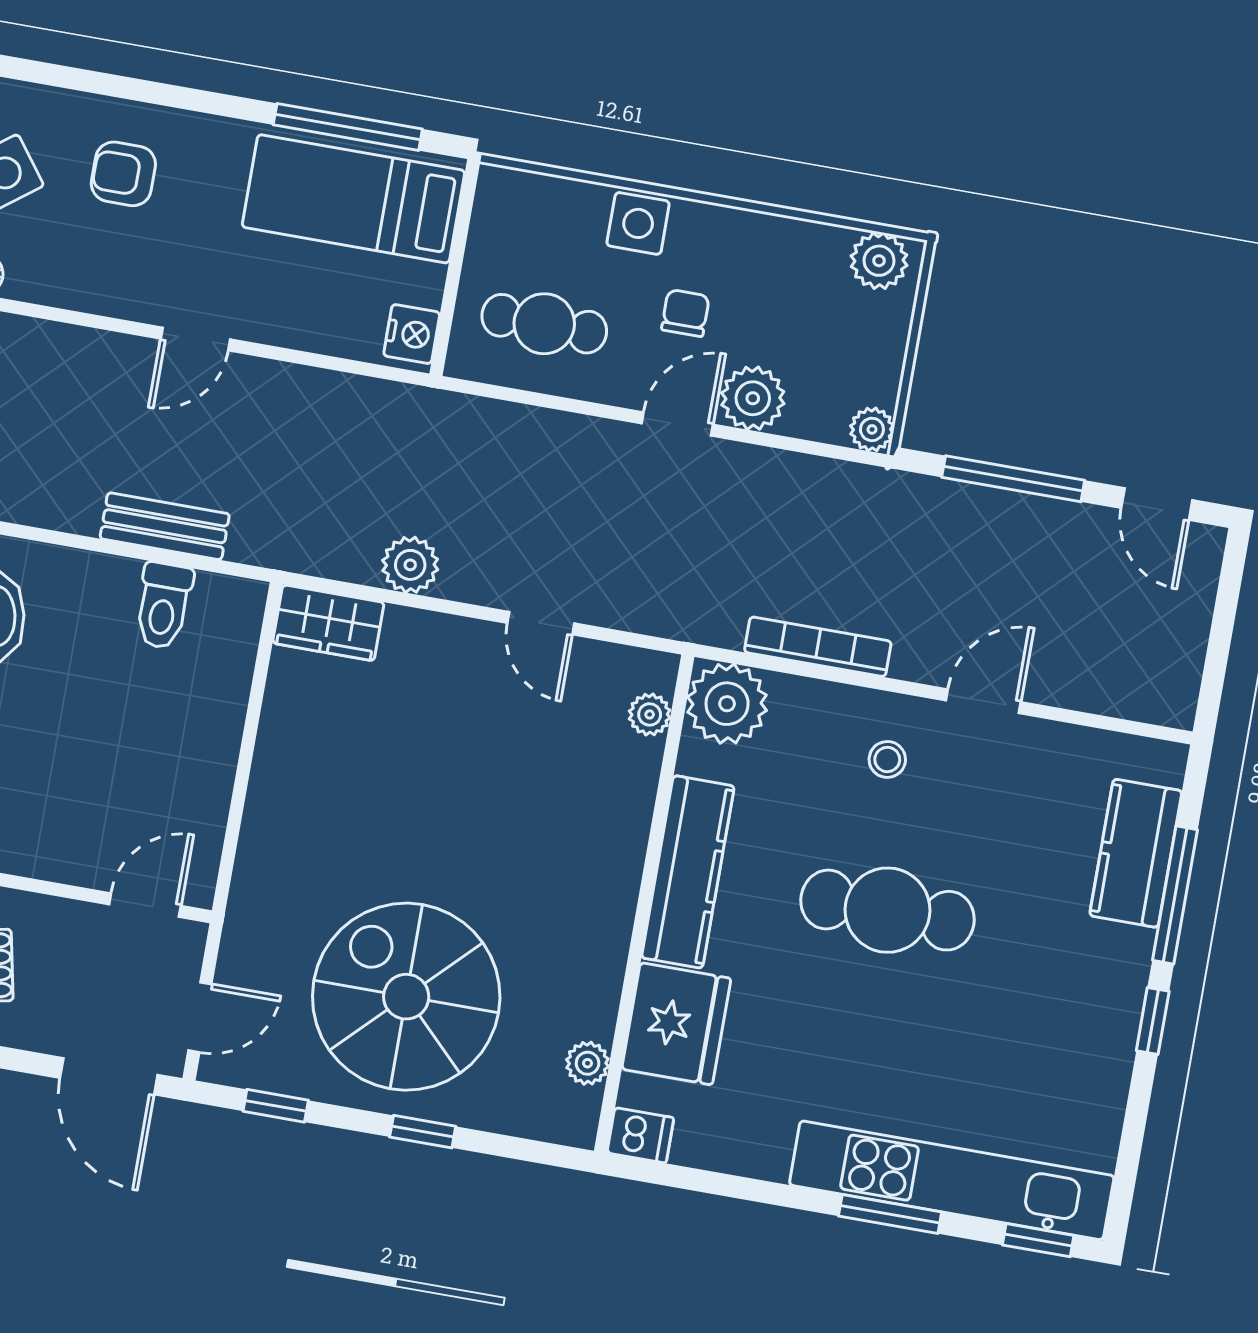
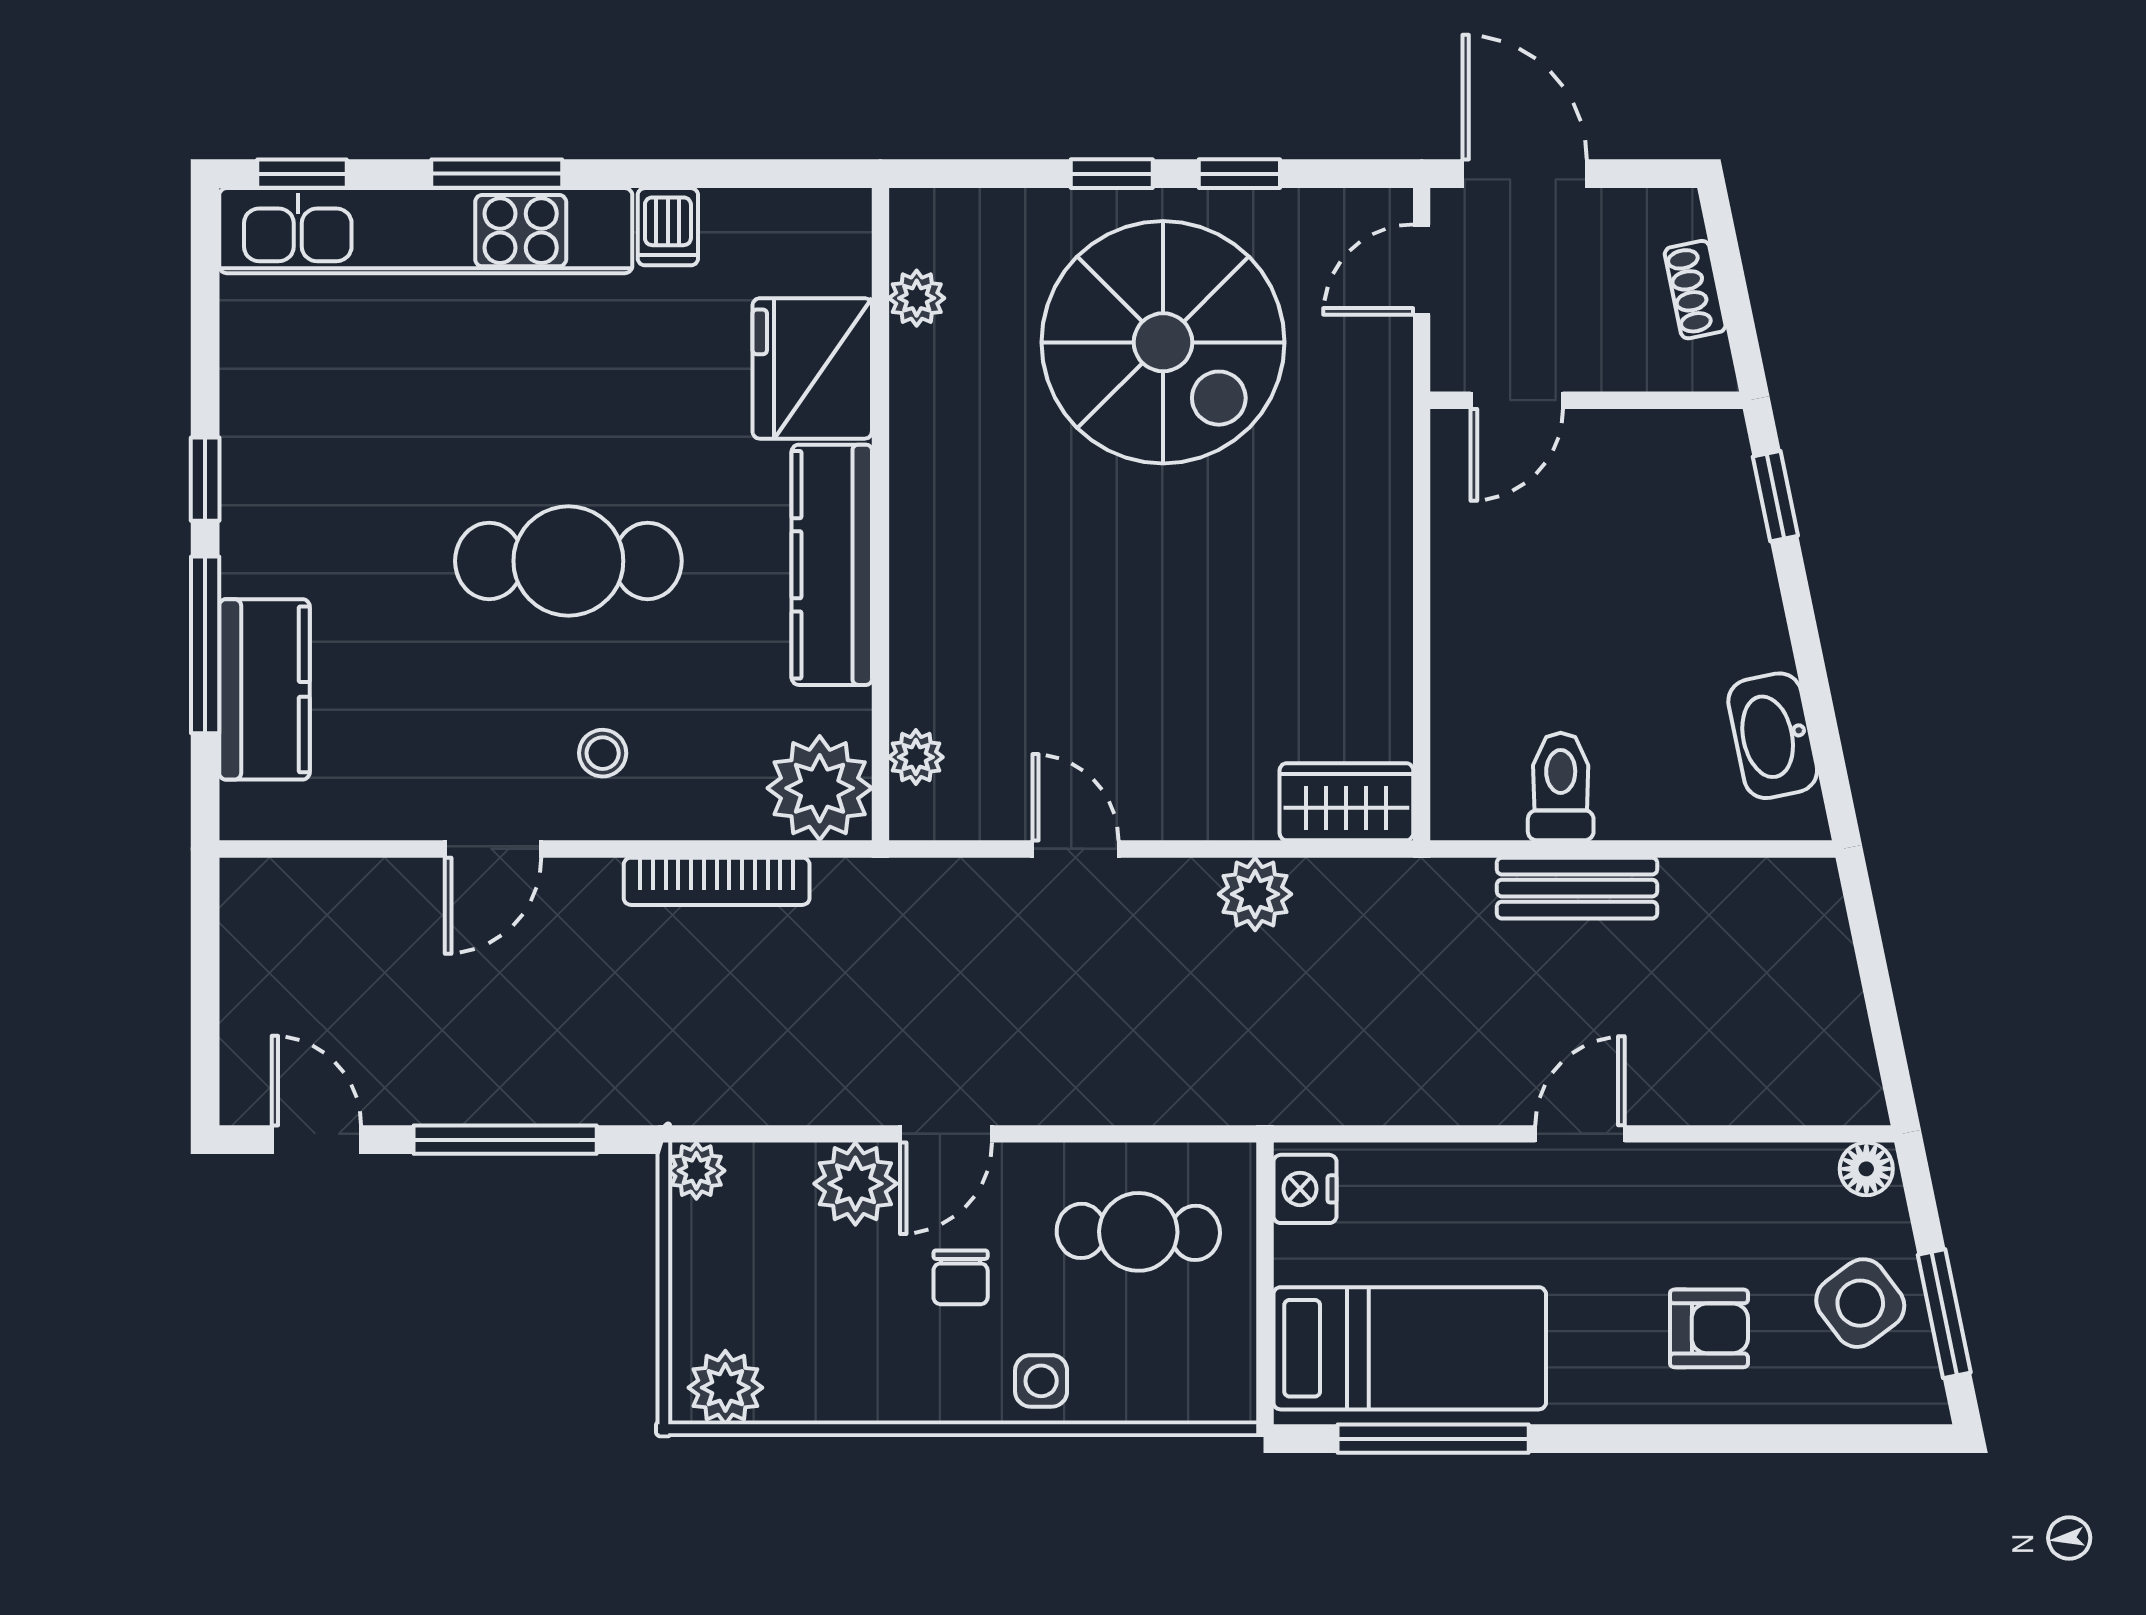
side table: (638, 223) -> (1041, 1381), width x0.73, depth x0.73
window: (276, 1106) -> (1239, 174), moved
dishwasher: (640, 1135) -> (668, 227), moved, turned -90

